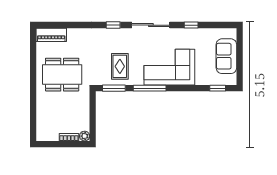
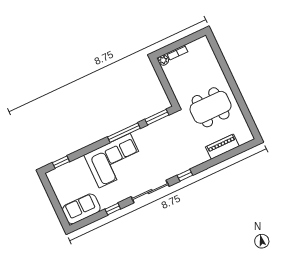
piano: (51, 35) -> (222, 147), moved
sofa: (226, 56) -> (81, 209), moved, turned -90
rug: (120, 66) -> (161, 140), removed

